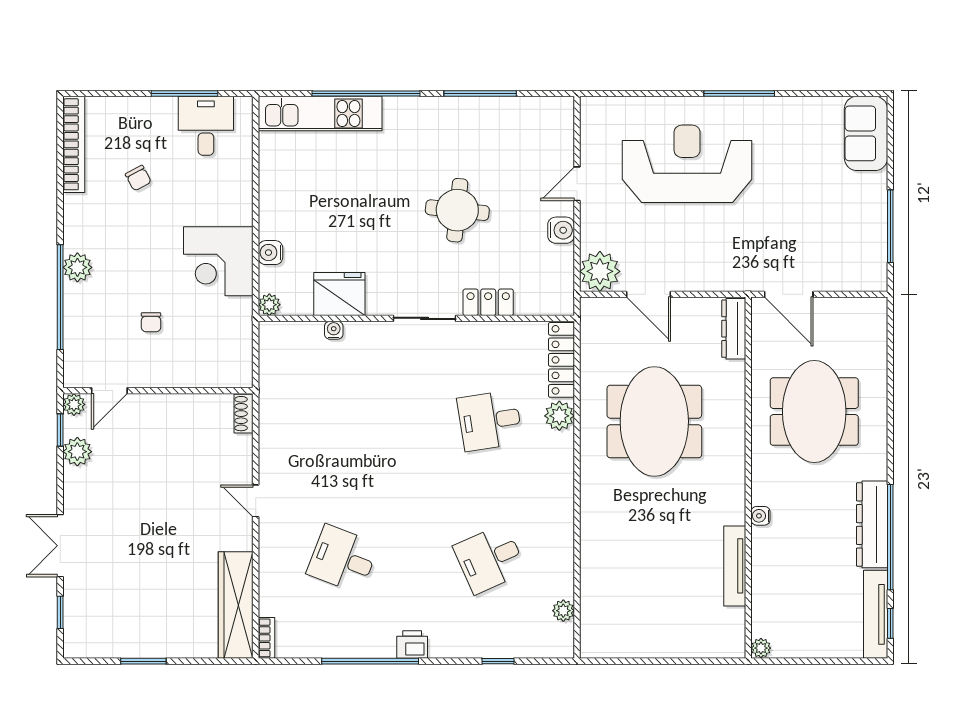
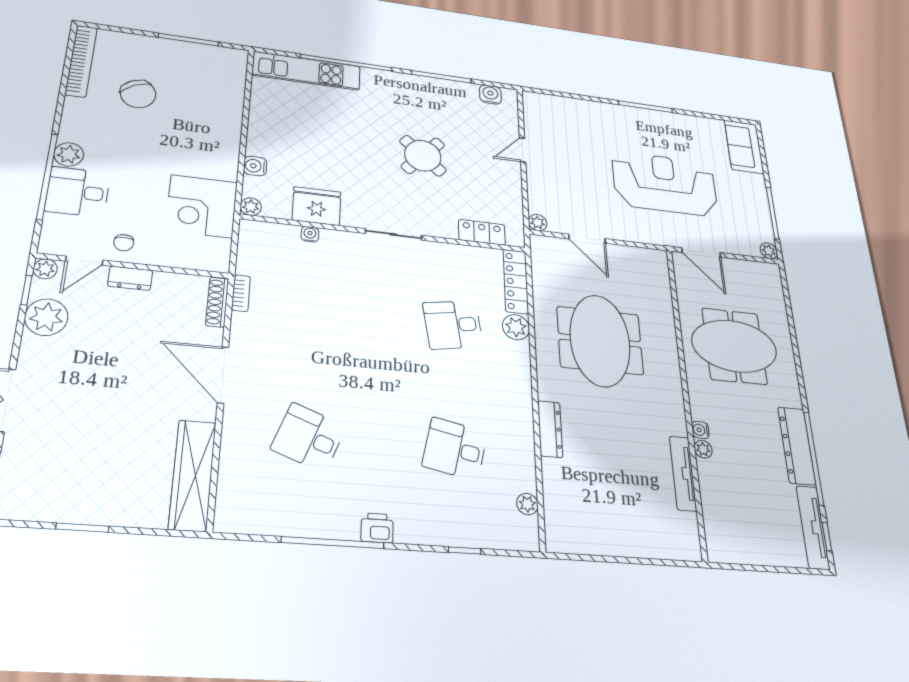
desk: (206, 126) -> (78, 192), moved, turned -90
reception desk: (687, 164) -> (665, 184), moved
chair: (138, 178) -> (138, 94), width x1.87, depth x1.87
round table: (457, 210) -> (423, 156), turned 36
water cooler: (561, 230) -> (490, 94), moved, turned -90
corner desk: (218, 261) -> (202, 206), moved
plant: (600, 271) -> (538, 223), width x0.53, depth x0.53
plant: (877, 281) -> (769, 251), added
locker: (488, 302) -> (482, 232), moved
chair: (151, 322) -> (124, 243), moved
dresser: (734, 329) -> (550, 429), moved, turned 180
dresser: (156, 405) -> (130, 278), added
meeting table: (814, 412) -> (734, 346), turned 90
shoe rack: (243, 414) -> (217, 302), width x1.43
plant: (77, 452) -> (46, 317), width x1.36, depth x1.36
door: (256, 501) -> (223, 375), width x1.88
desk: (490, 559) -> (455, 449), turned 36
bookcase: (266, 638) -> (241, 293), moved
plant: (761, 648) -> (703, 449), moved

